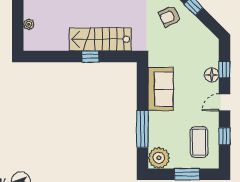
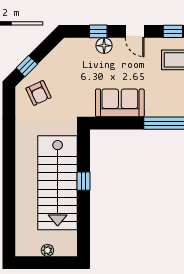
stairs: (100, 39) -> (58, 183), width x1.36, depth x1.51

